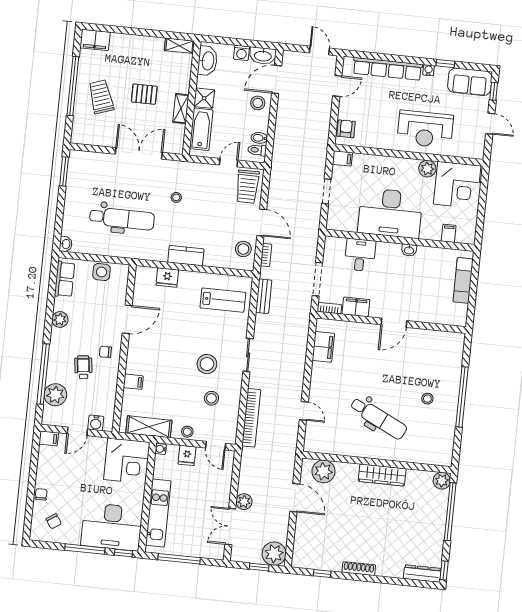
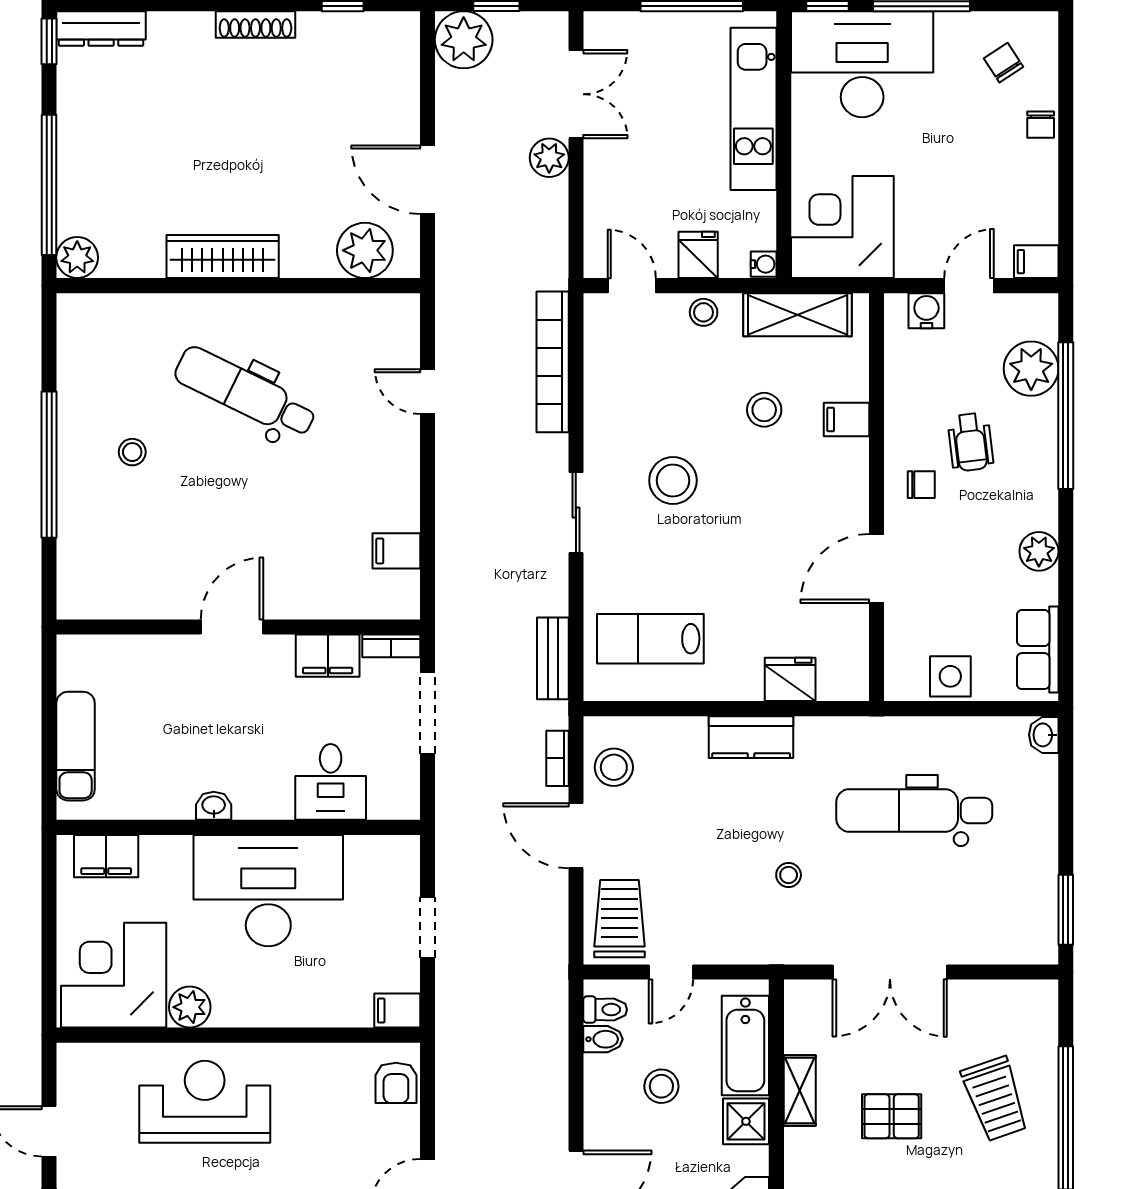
stool: (258, 103) -> (661, 1086), moved
filing cabinet: (449, 233) -> (106, 856), width x2.00
filing cabinet: (323, 347) -> (396, 551), width x0.50
stool: (211, 398) -> (764, 410), moved

